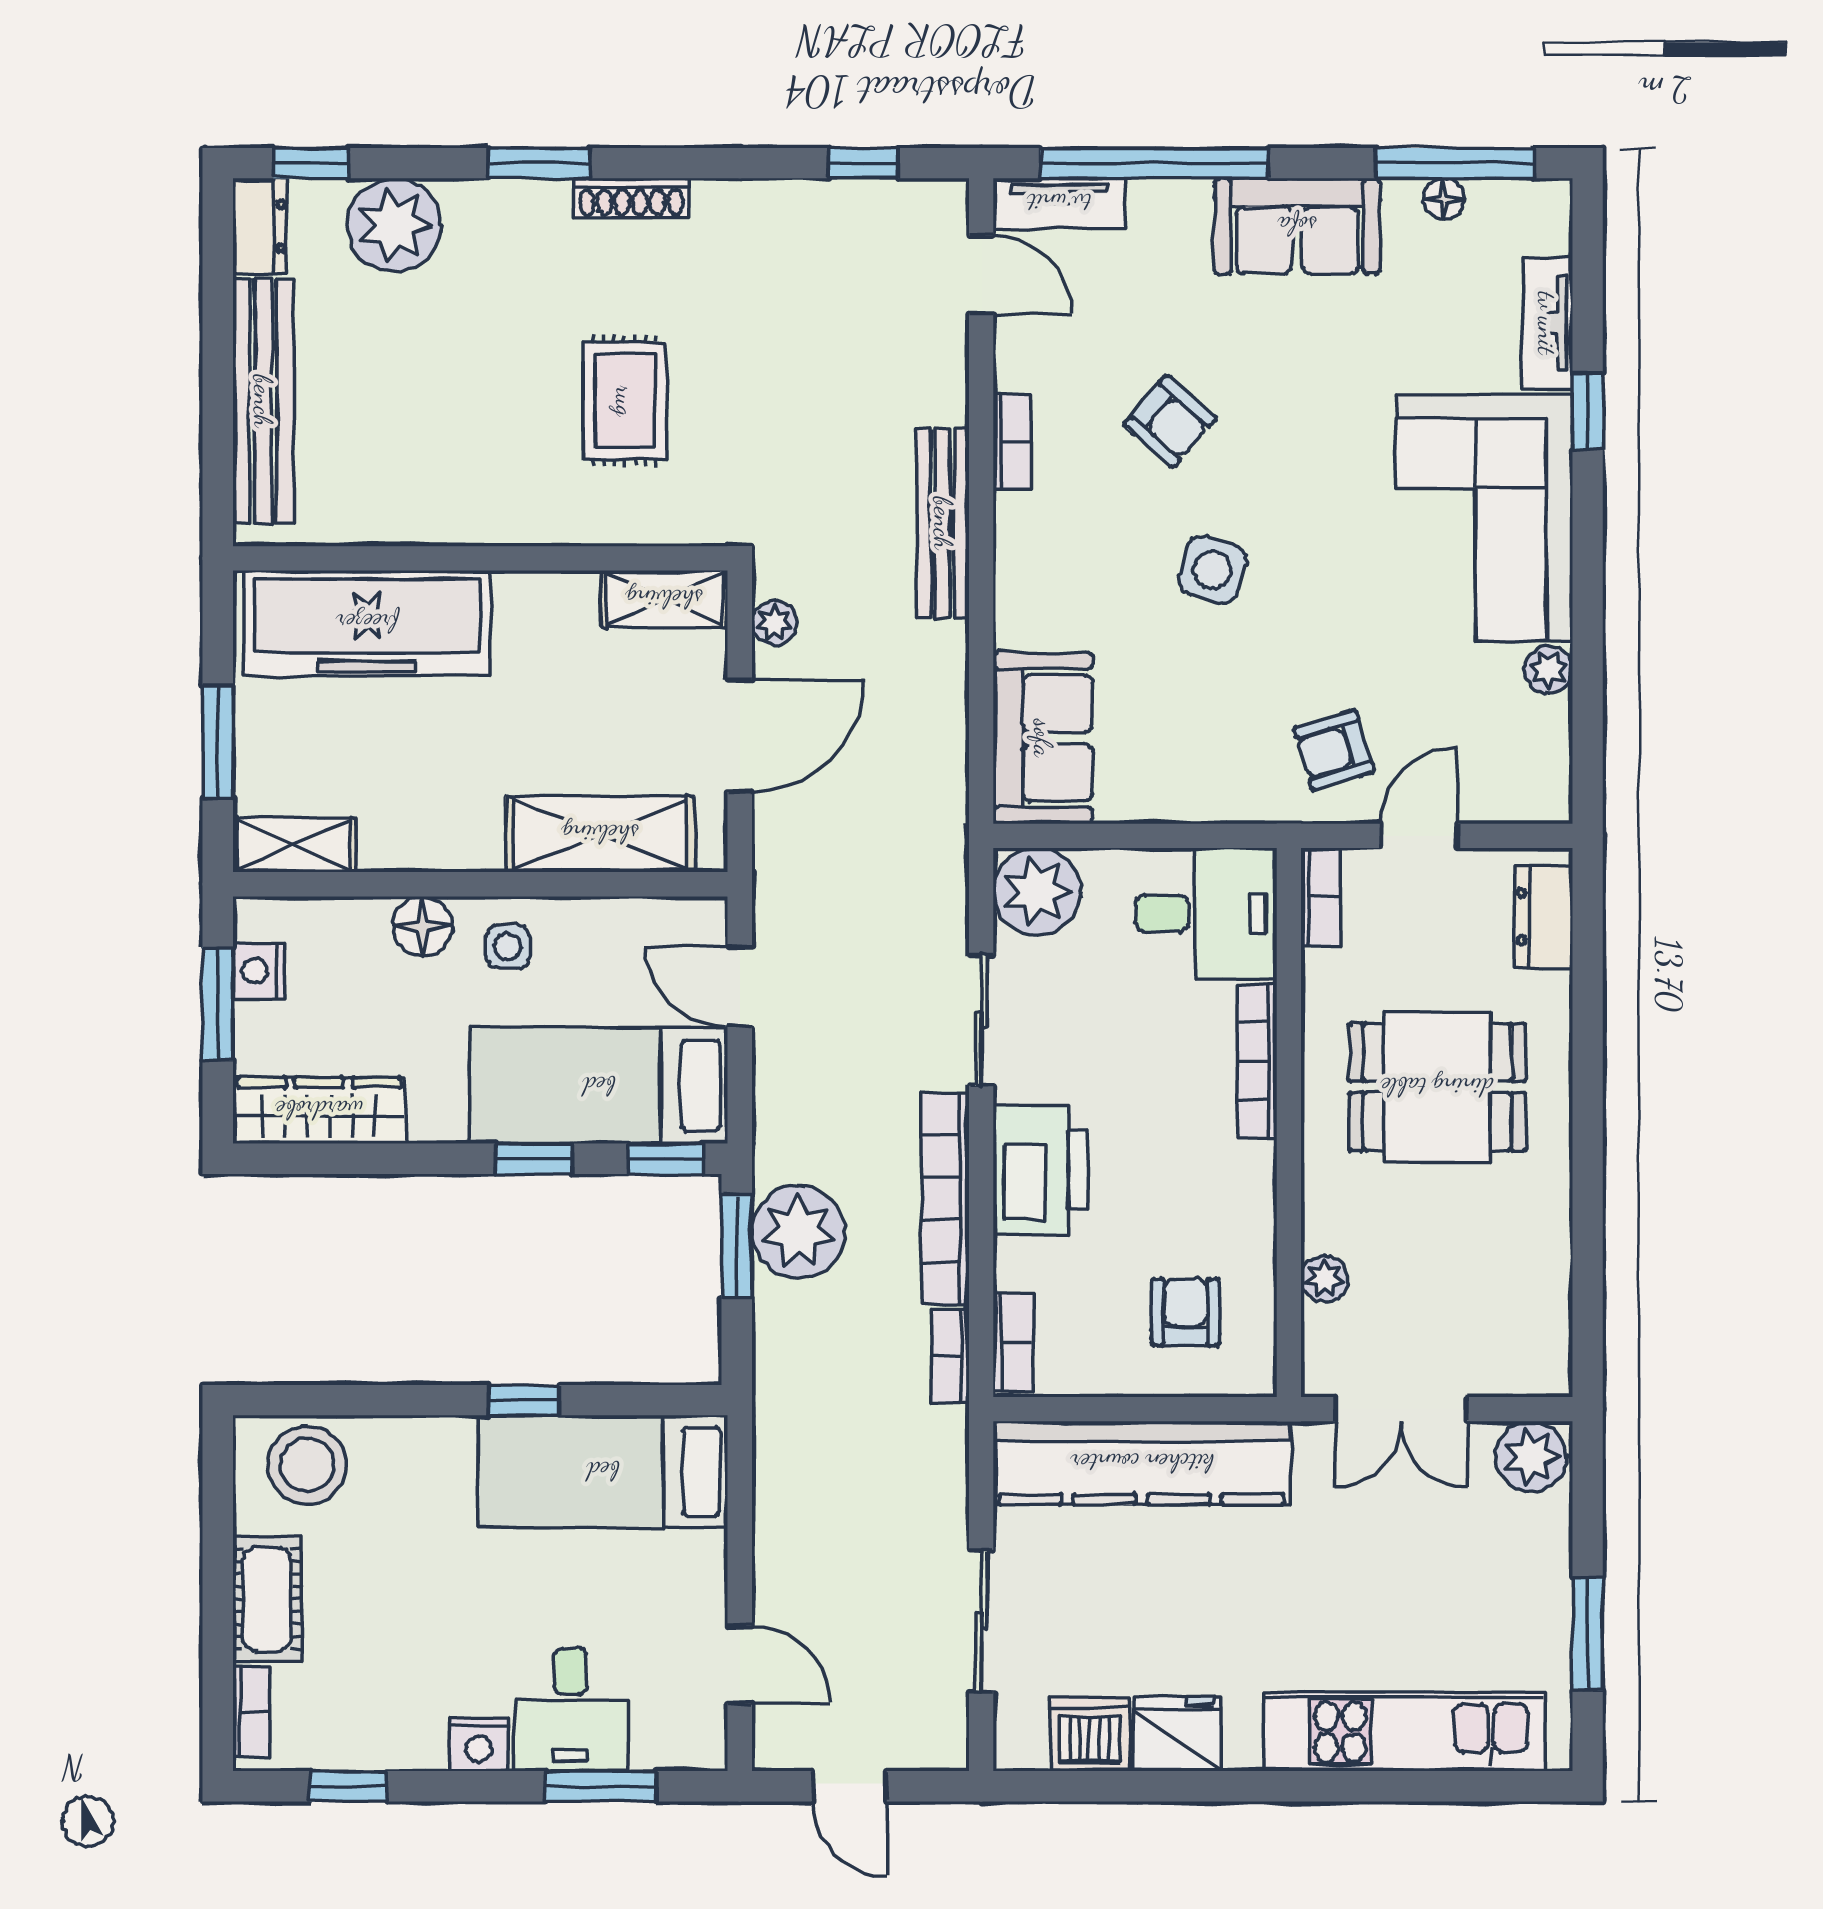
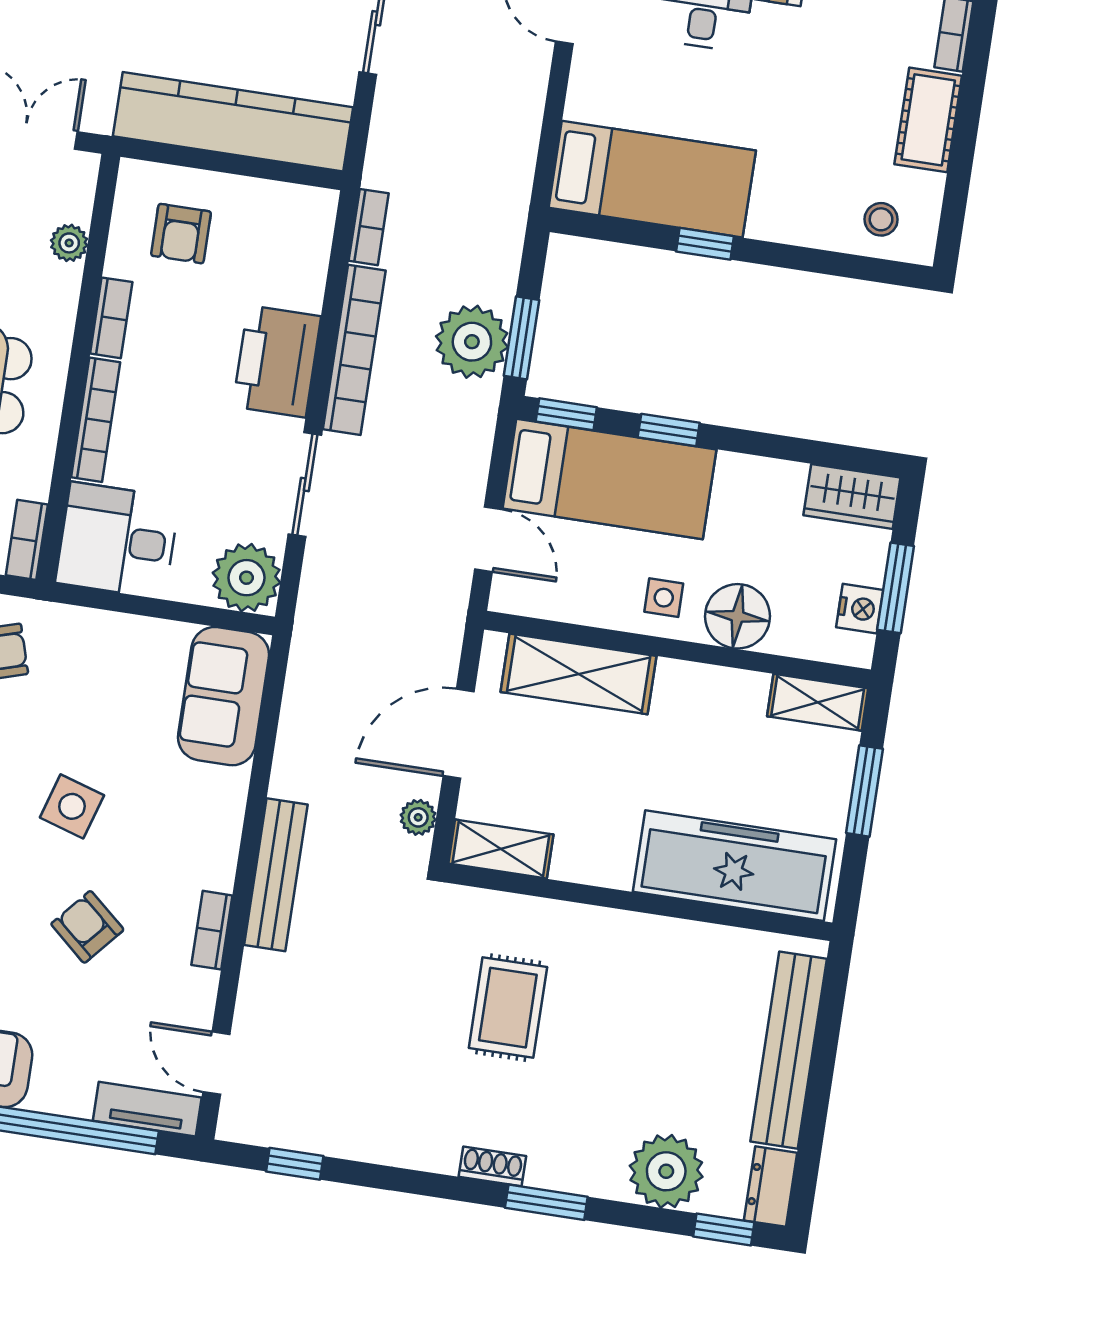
shoe rack: (631, 198) -> (492, 1166), width x0.70
floor lamp: (423, 926) -> (737, 616), width x1.38, depth x1.38
wardrobe: (319, 1110) -> (852, 496), width x0.67
bookcase: (1013, 1342) -> (111, 318), moved, turned 180
stool: (307, 1465) -> (881, 219), width x0.53, depth x0.53

